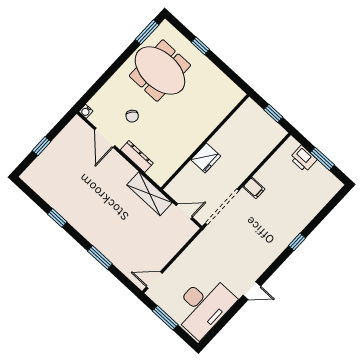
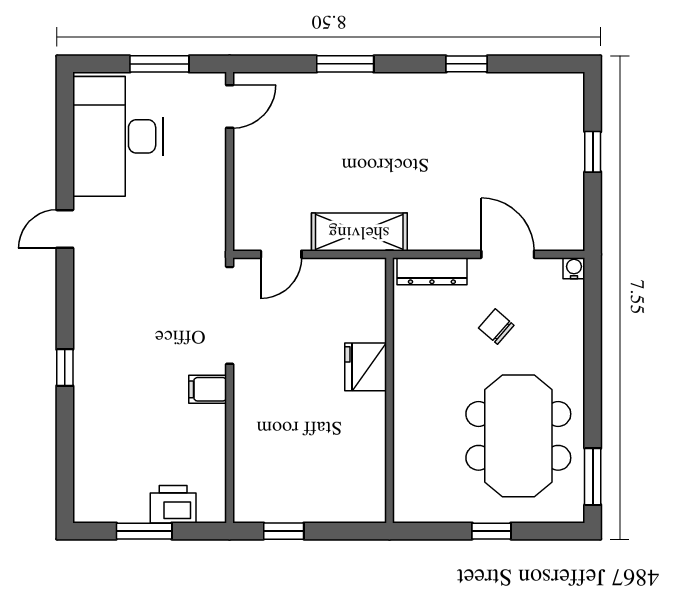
meeting table: (160, 71) -> (518, 436), turned 90
wall: (205, 142) -> (390, 390), moved
fridge: (206, 158) -> (366, 367), moved

